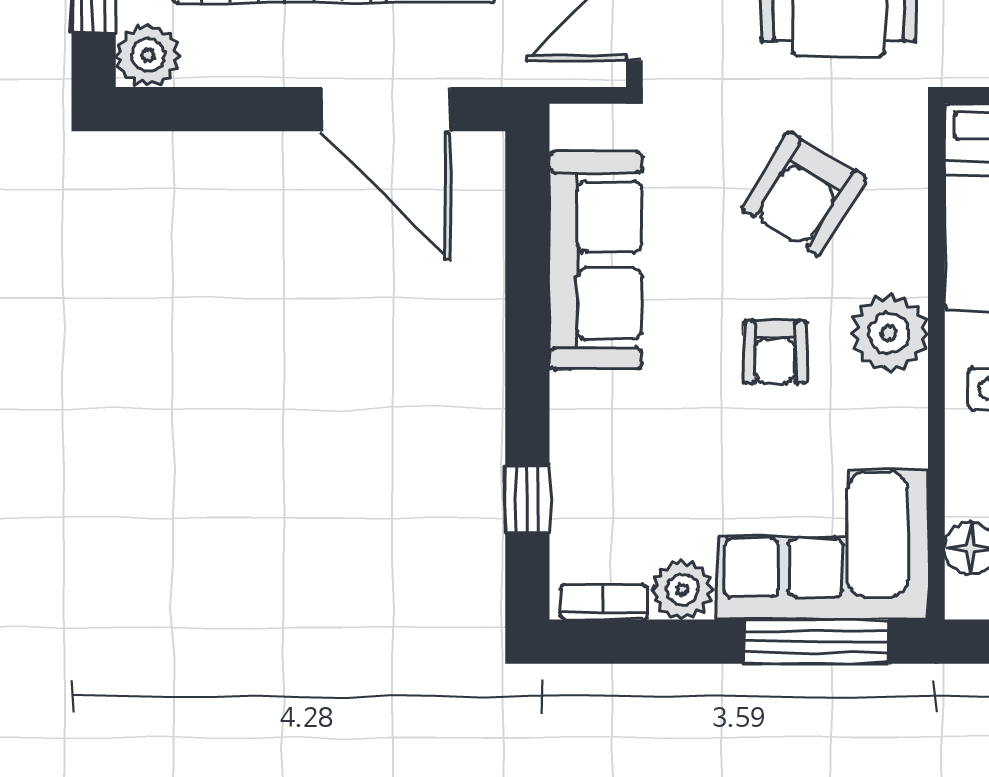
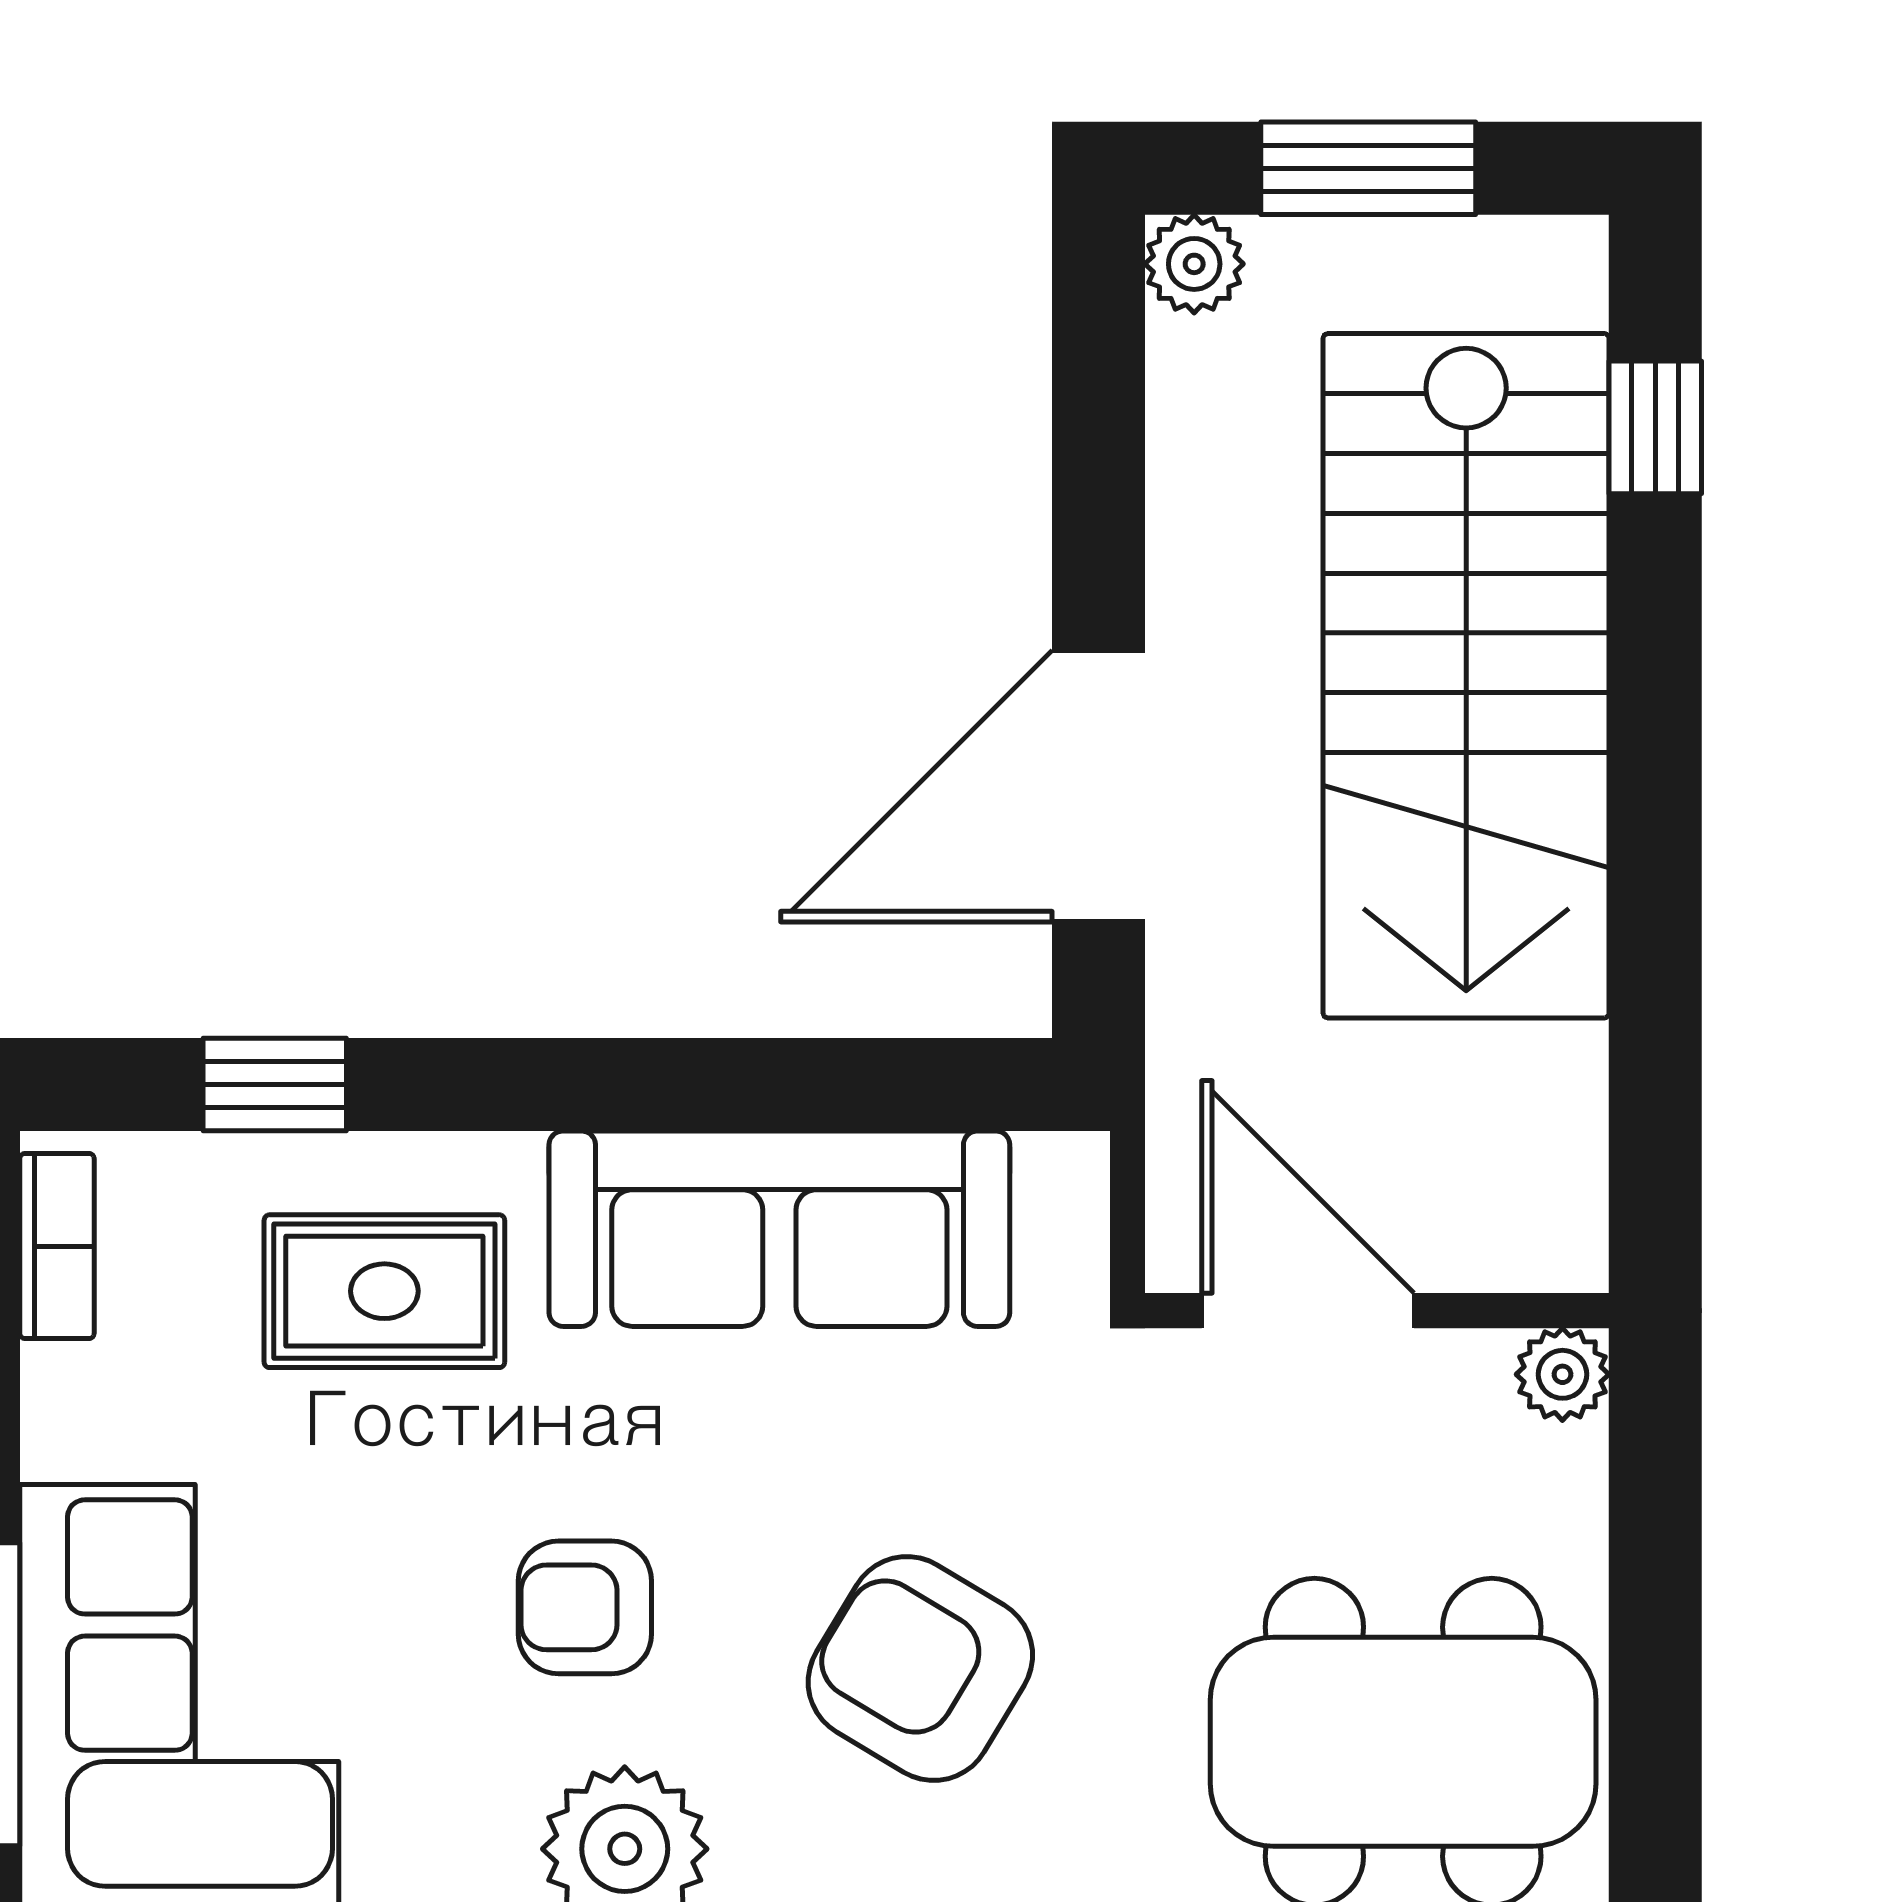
plant: (148, 55) -> (1194, 264), width x0.73, depth x0.73
rug: (625, 447) -> (384, 1291), added
plant: (682, 590) -> (83, 1412), removed

